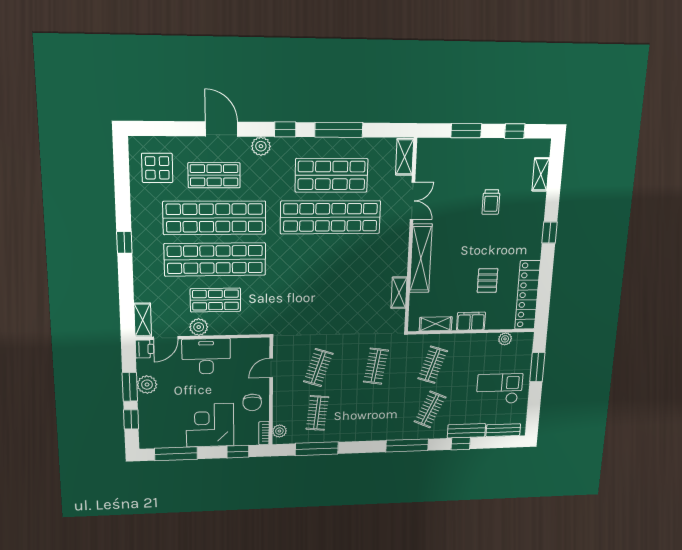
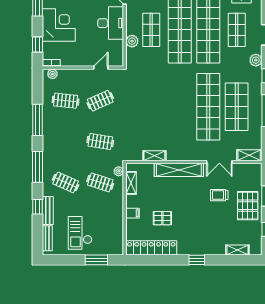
pallet: (478, 159) -> (248, 206), added
trolley: (491, 202) -> (219, 195), moved
filing cabinet: (471, 321) -> (133, 213), width x0.50
plant: (199, 327) -> (132, 41), moved
plant: (505, 339) -> (119, 171), moved
door: (271, 368) -> (101, 68), hinge flipped
clothes rail: (318, 368) -> (100, 101), turned -42
checkout: (499, 389) -> (80, 233), turned 180
chair: (252, 402) -> (75, 55), removed
window: (317, 449) -> (38, 120), moved

